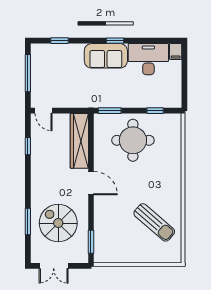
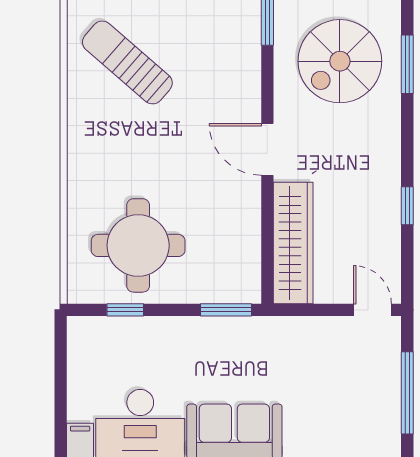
round table: (133, 140) -> (138, 245), moved
window: (28, 146) -> (407, 206), moved
spiral stairs: (58, 223) -> (340, 61), turned 90

